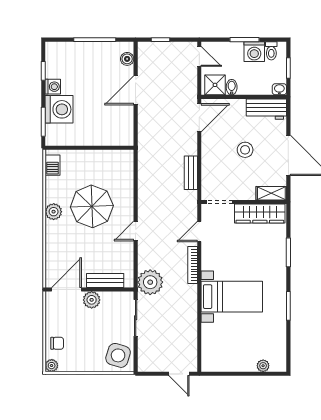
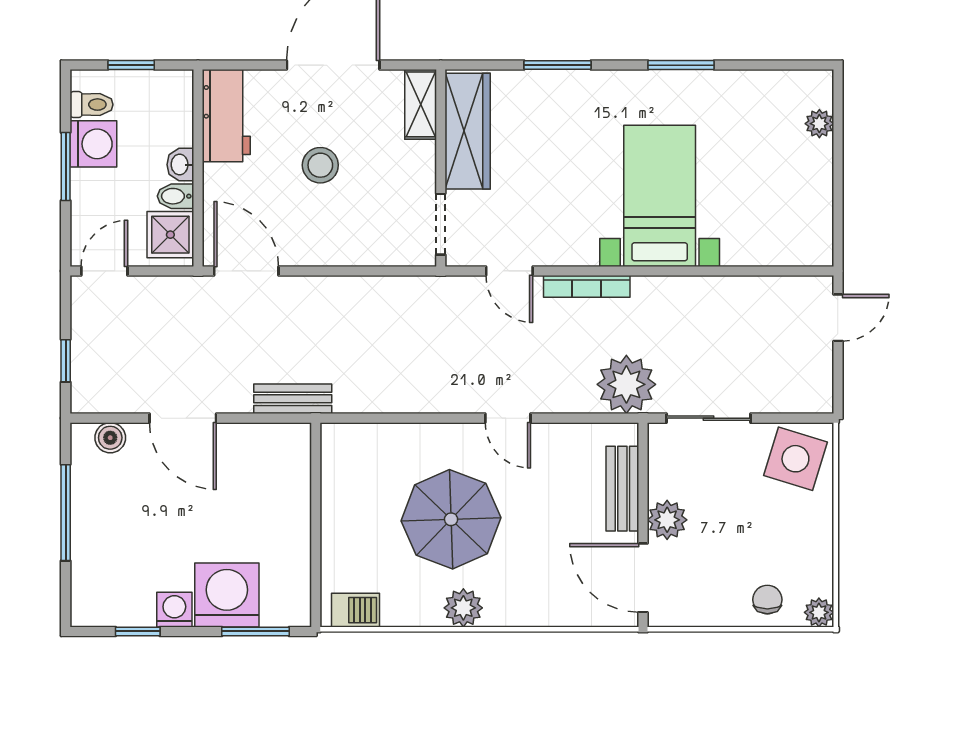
washbasin: (279, 89) -> (180, 165), moved
bench: (191, 173) -> (293, 399), moved

